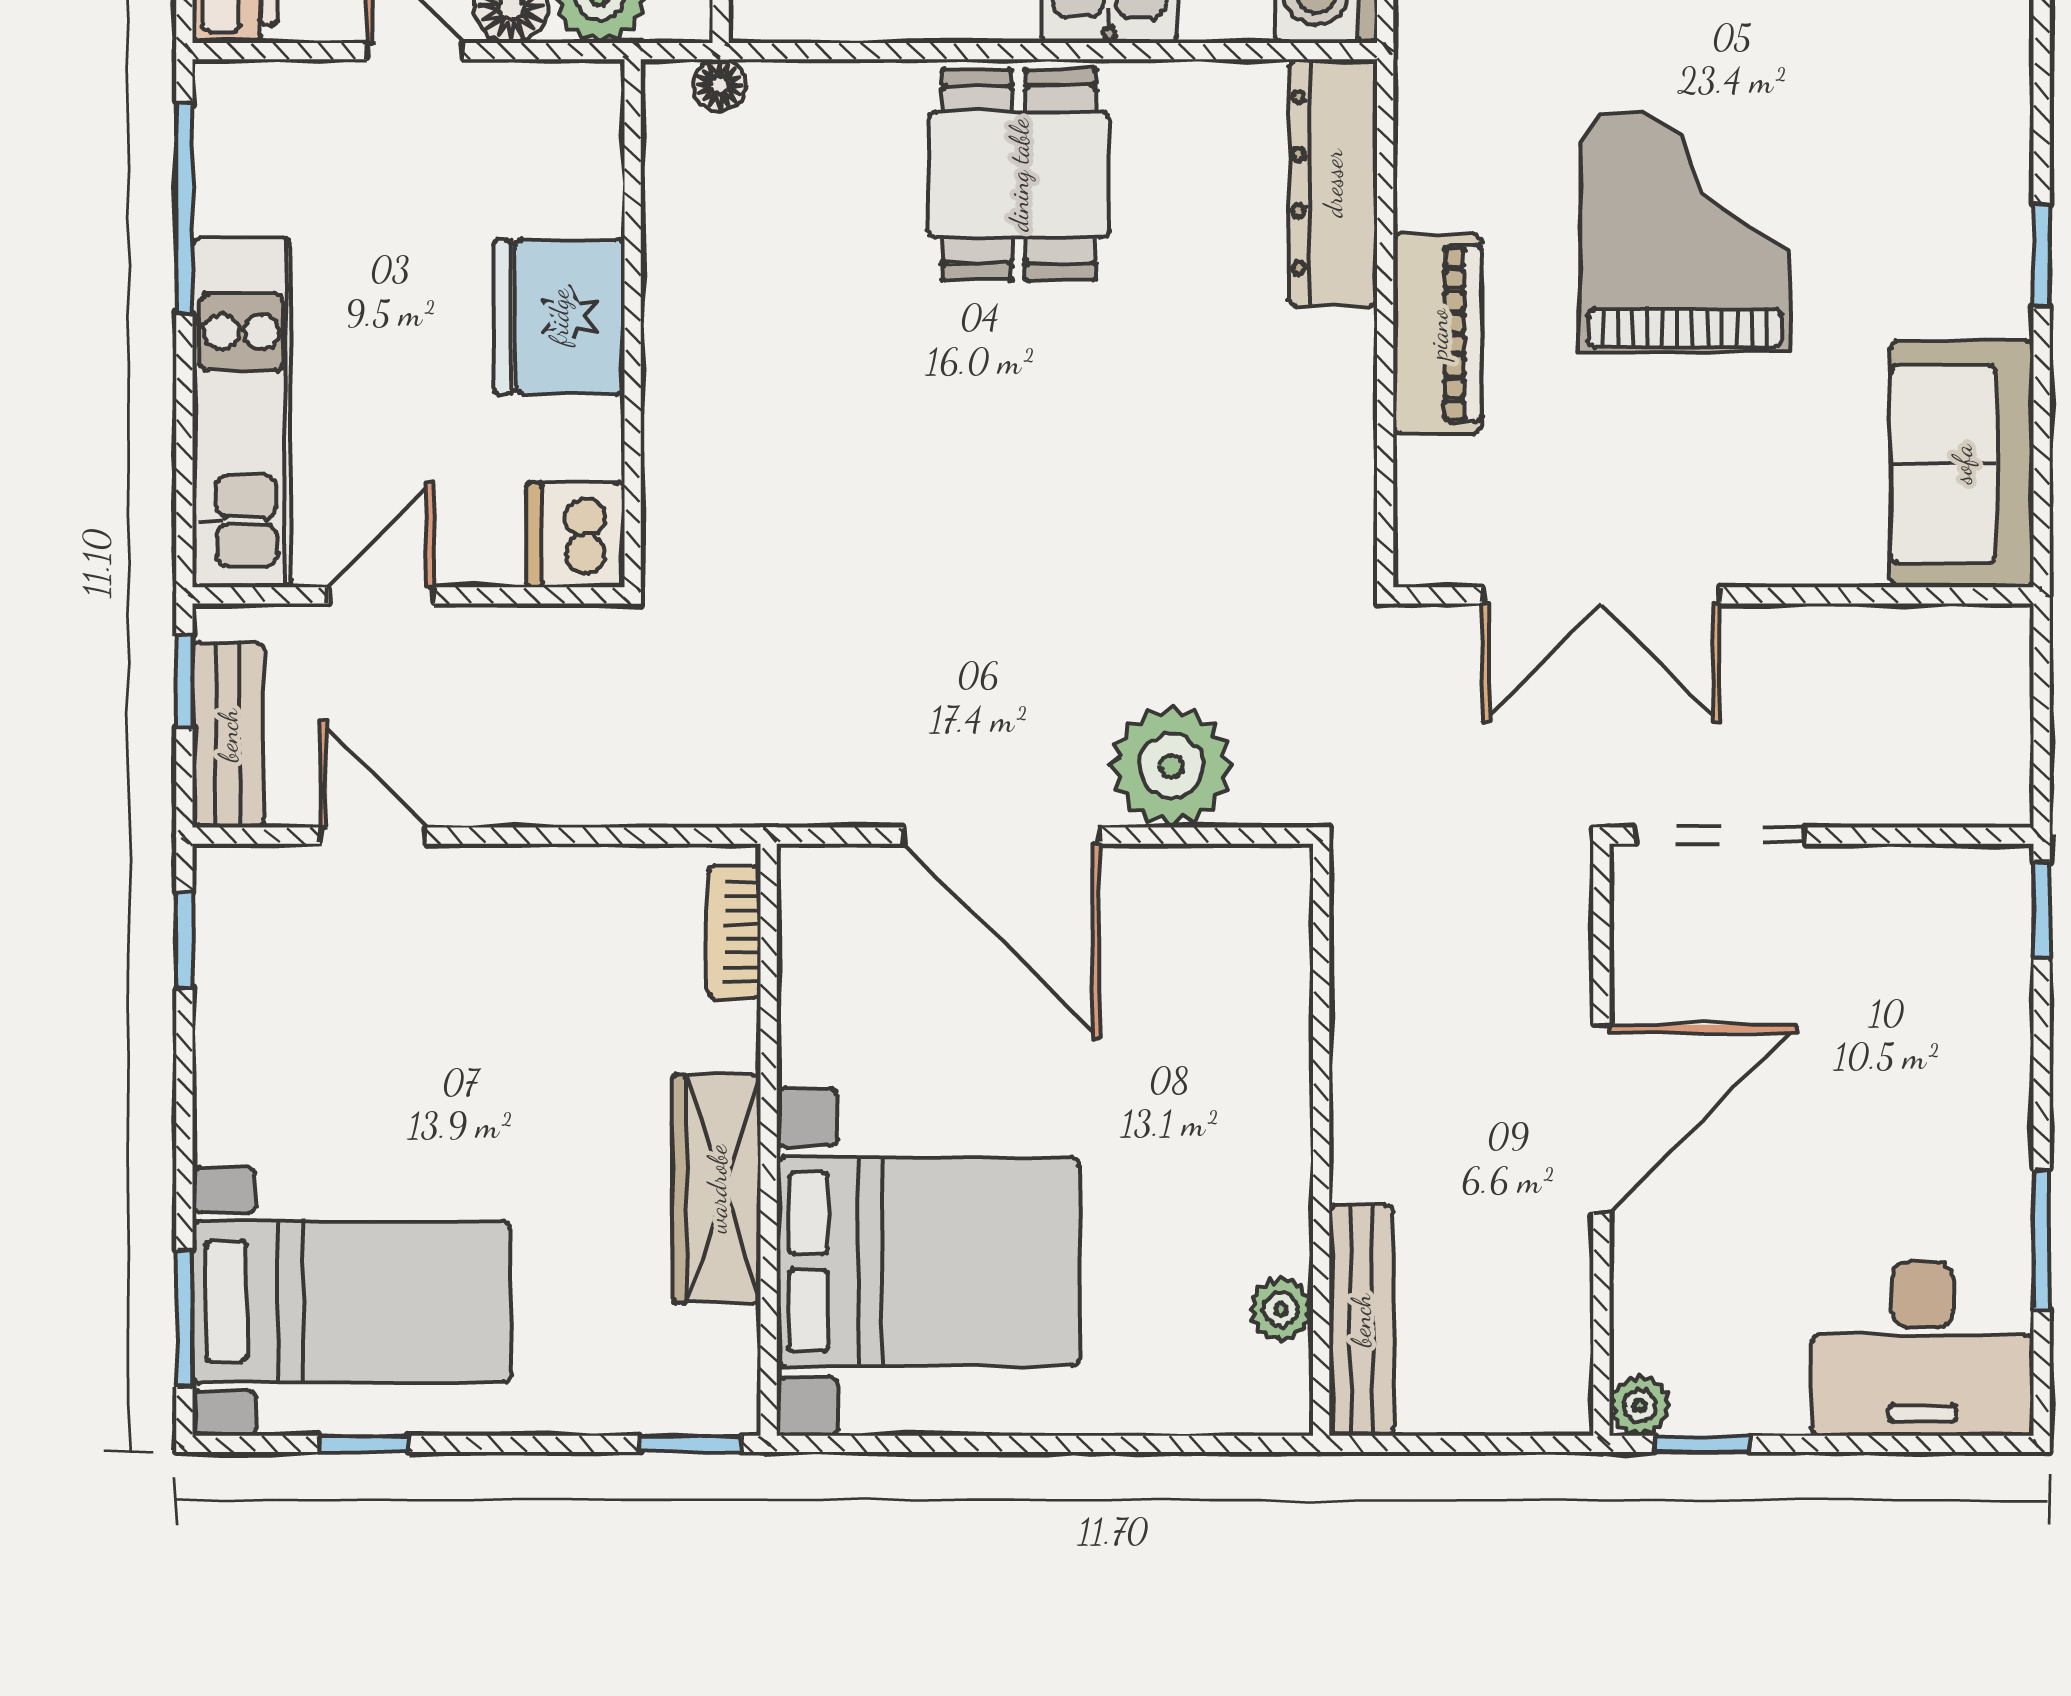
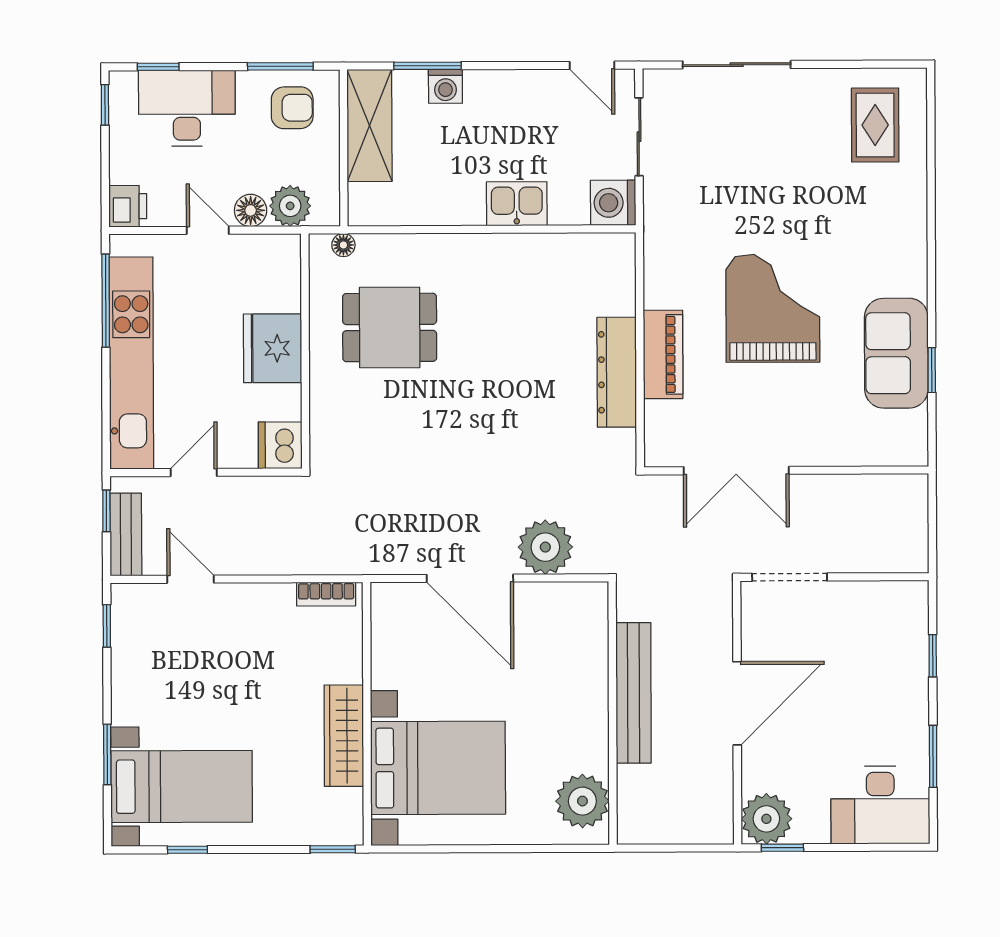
dining table: (1019, 175) -> (390, 327), moved, turned 90
dresser: (1333, 183) -> (617, 372), moved
window: (2042, 255) -> (932, 370), moved
kitchen unit: (242, 412) -> (131, 363), width x1.36
sofa: (1962, 464) -> (896, 353), moved
window: (2042, 909) -> (933, 656), moved
bookcase: (734, 932) -> (326, 594), moved, turned -90
plant: (1281, 1309) -> (582, 801), width x1.87, depth x1.87
window: (184, 1318) -> (107, 754), moved
bench: (1361, 1320) -> (634, 693), moved, width x1.37, depth x1.21
plant: (1640, 1406) -> (766, 819), width x1.87, depth x1.87

